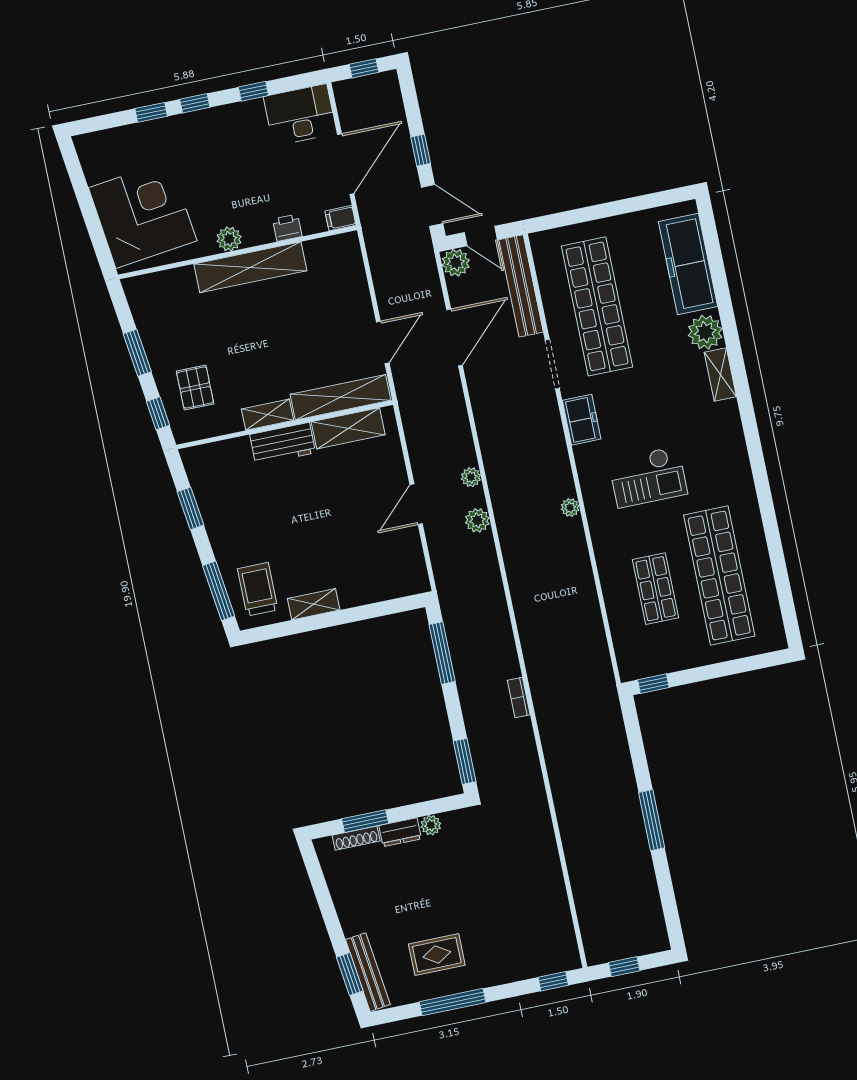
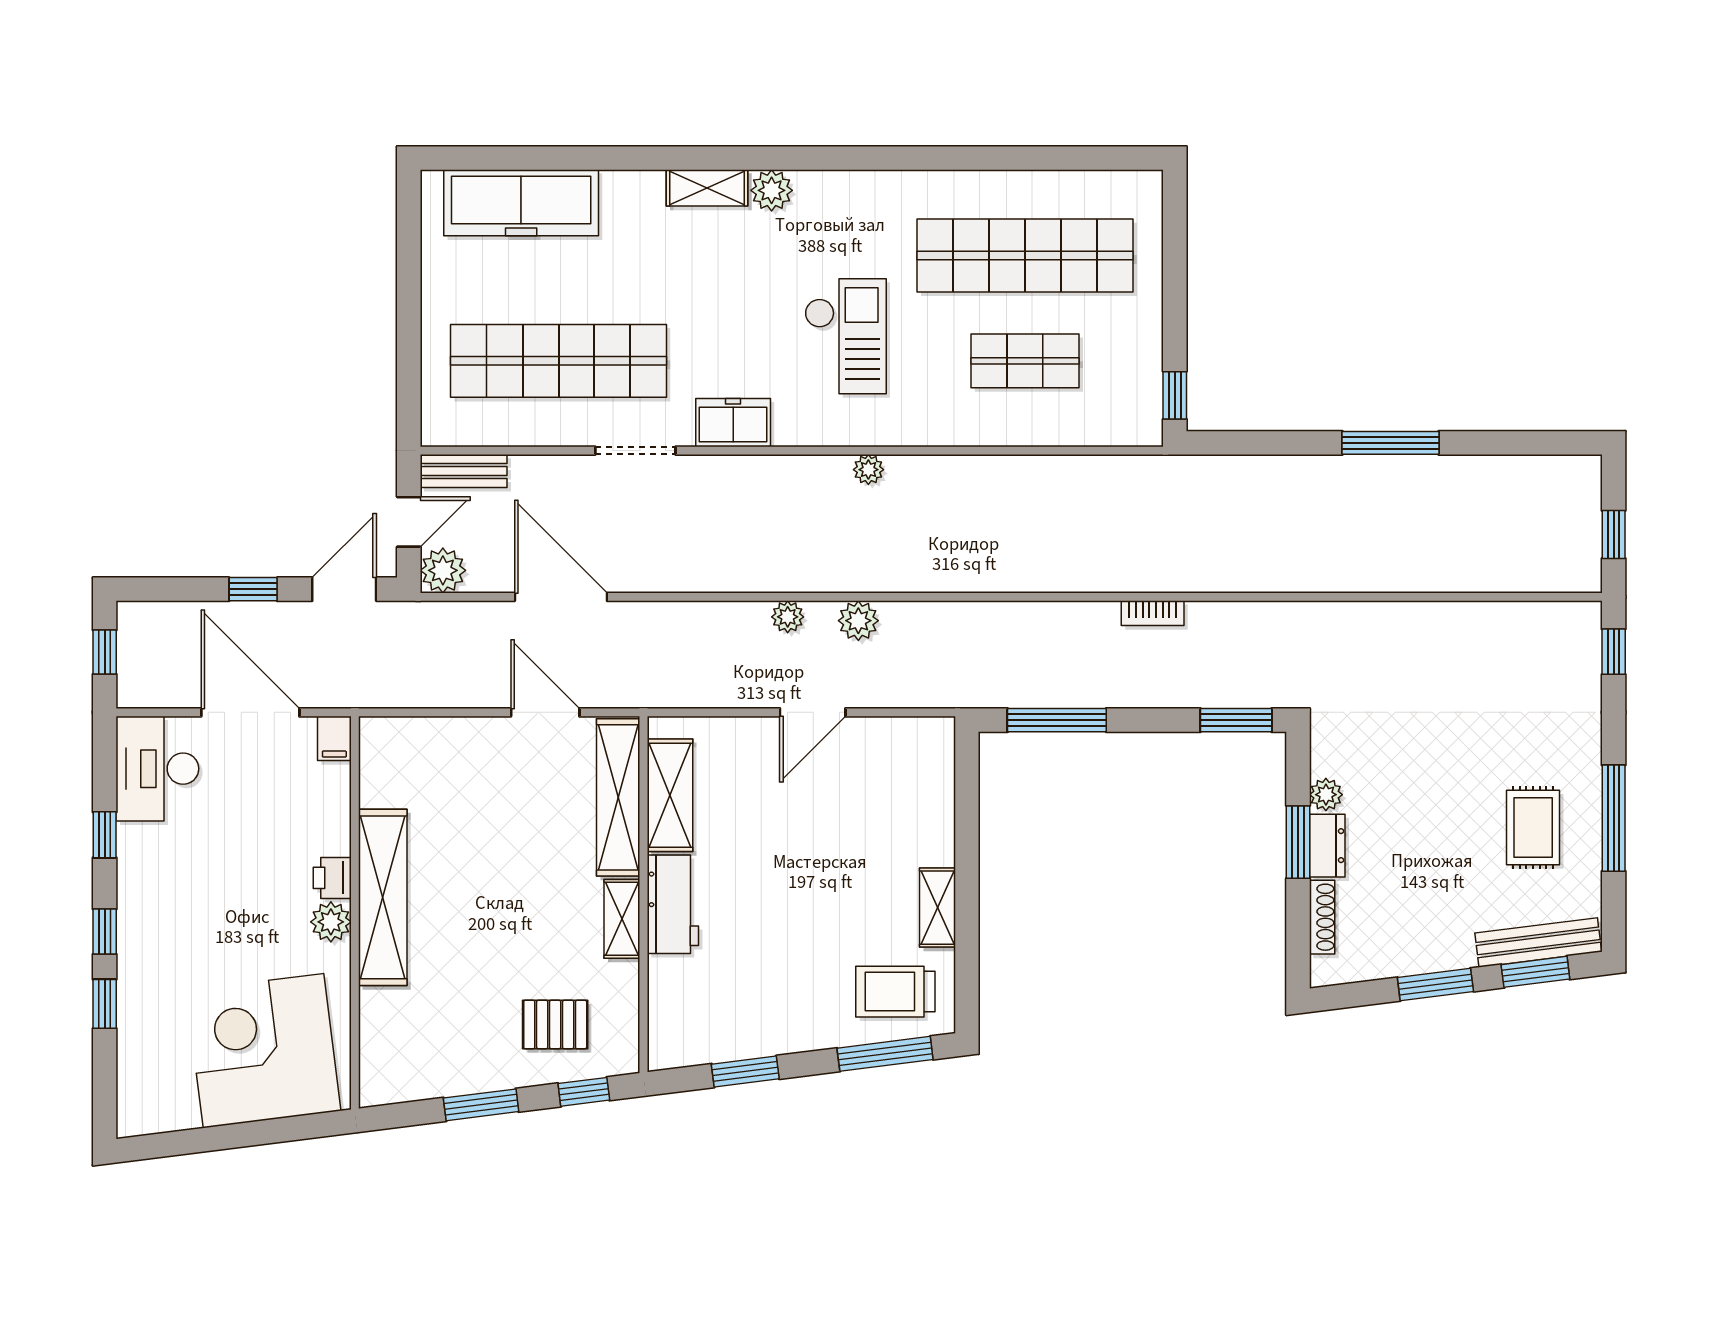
printer: (287, 228) -> (332, 878), moved
bench: (521, 286) -> (464, 471), width x0.54, depth x0.82
plant: (705, 332) -> (772, 190), moved, width x0.73, depth x0.73
door: (416, 504) -> (813, 712), hinge flipped
window: (365, 821) -> (1298, 842), moved
window: (330, 915) -> (1435, 984), added

